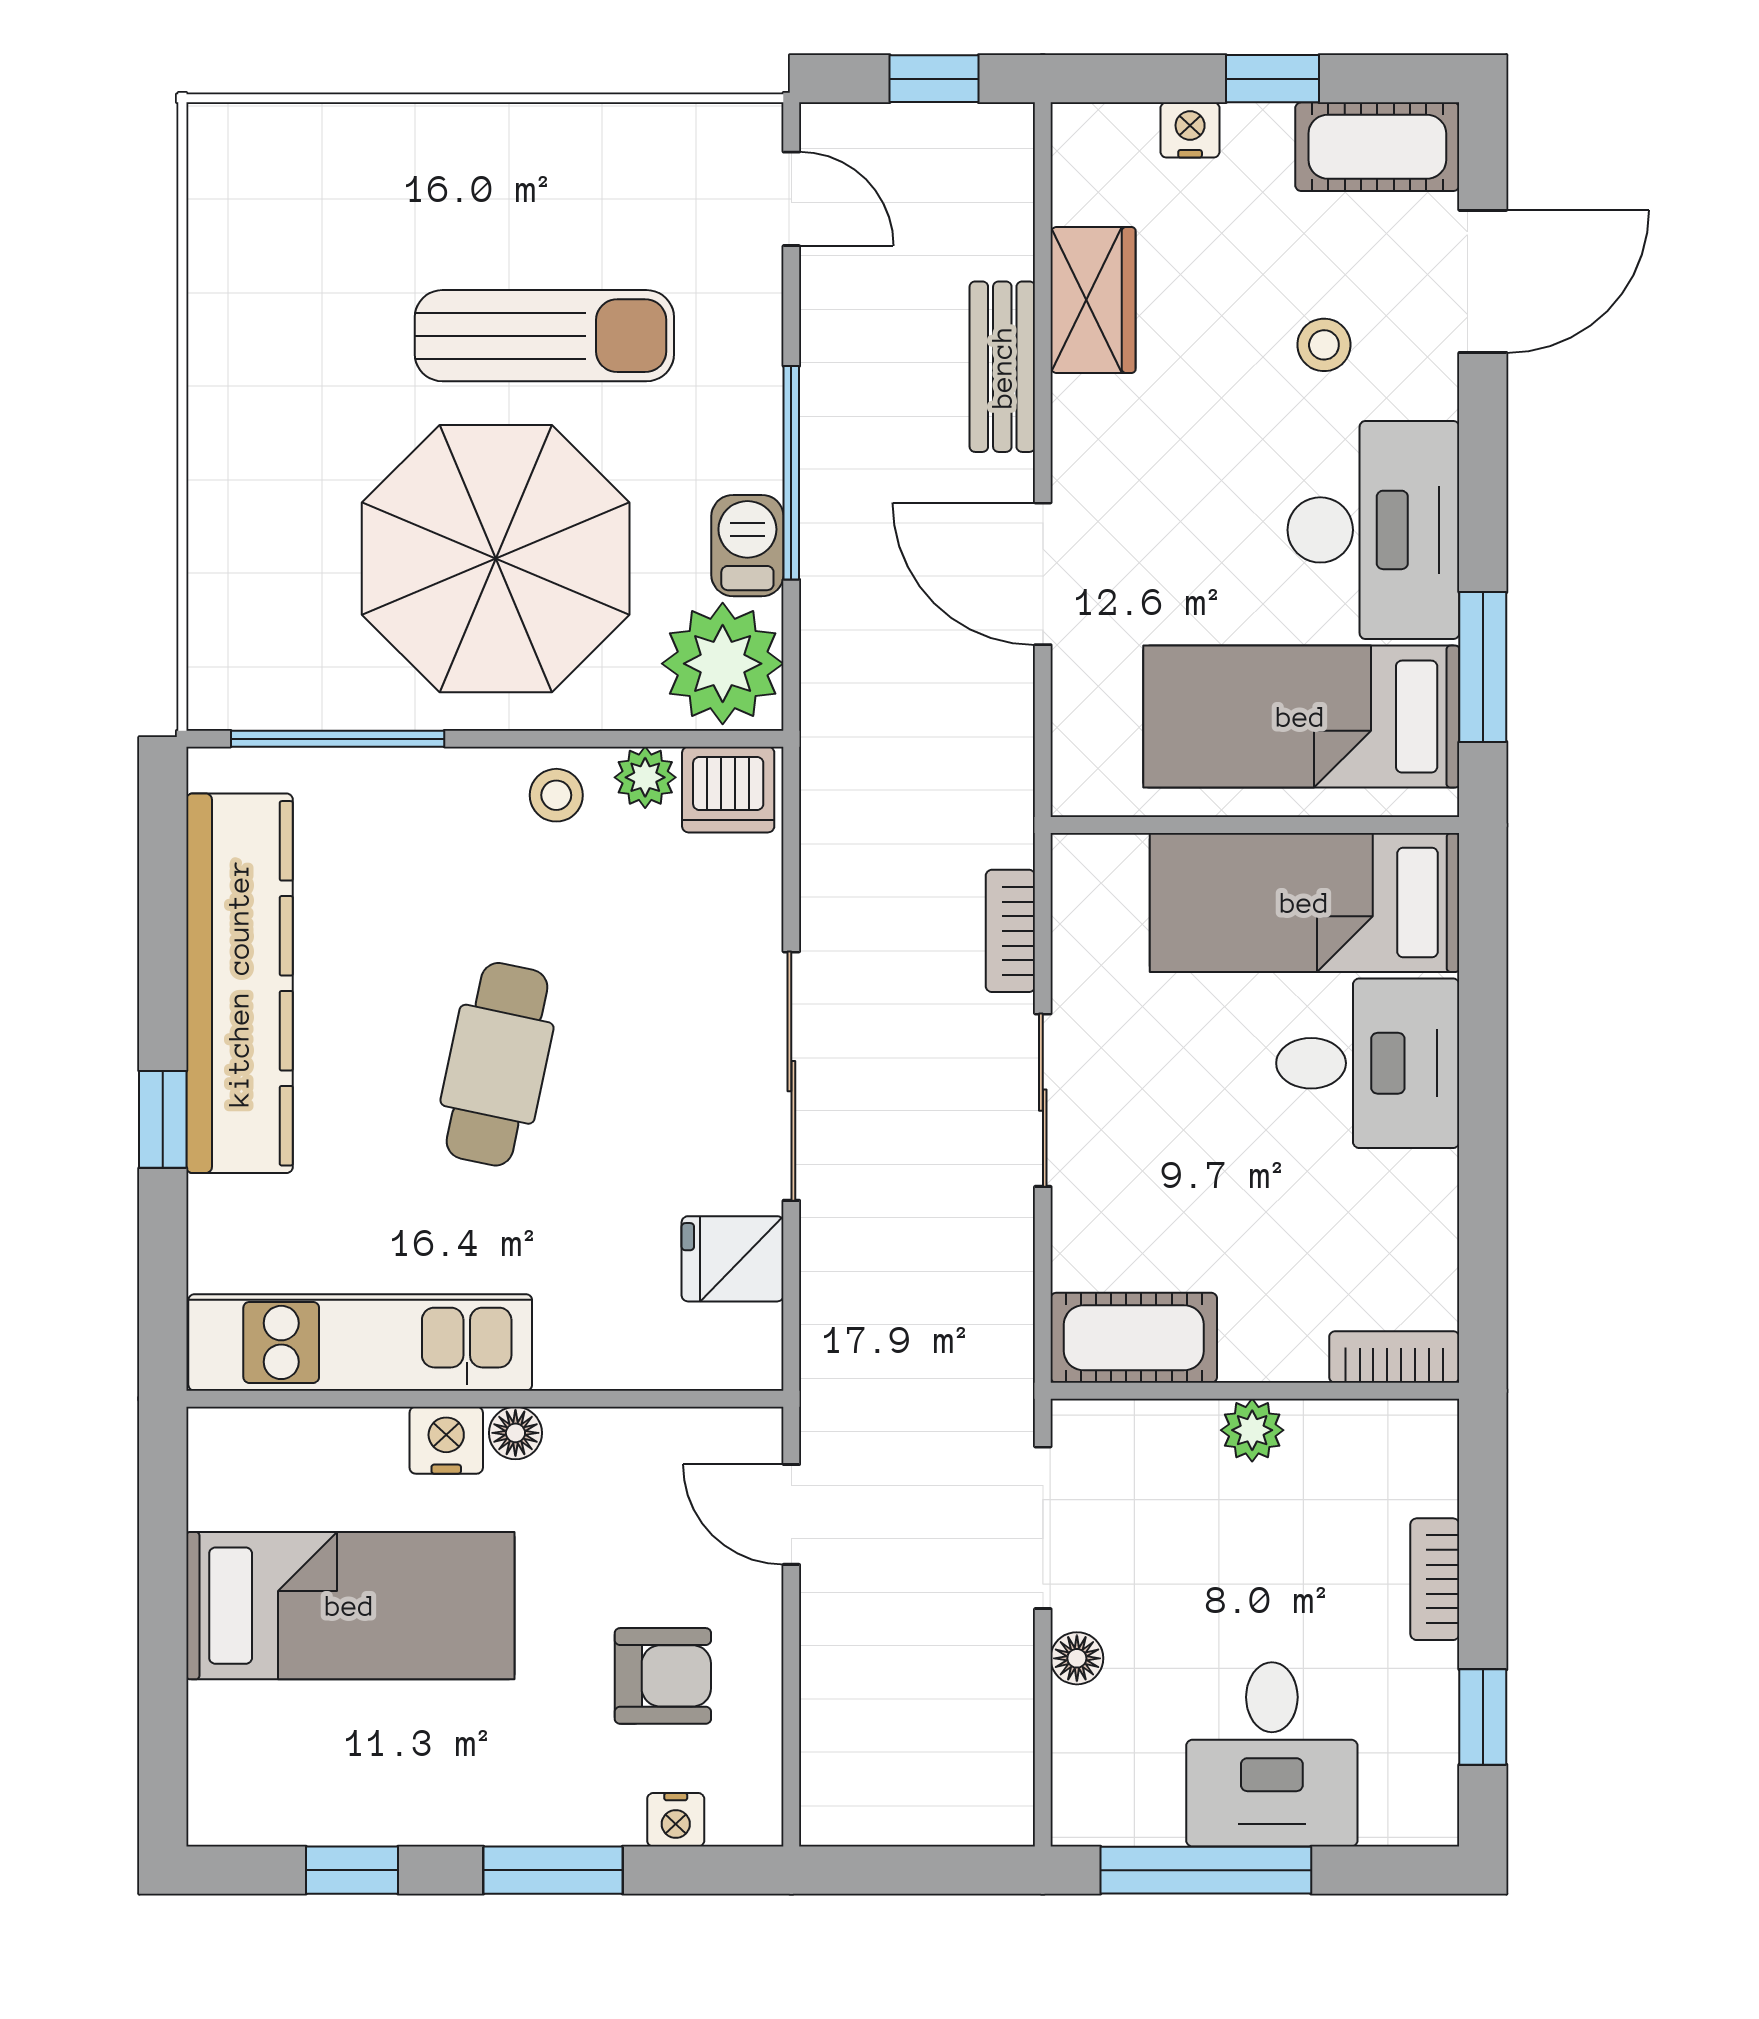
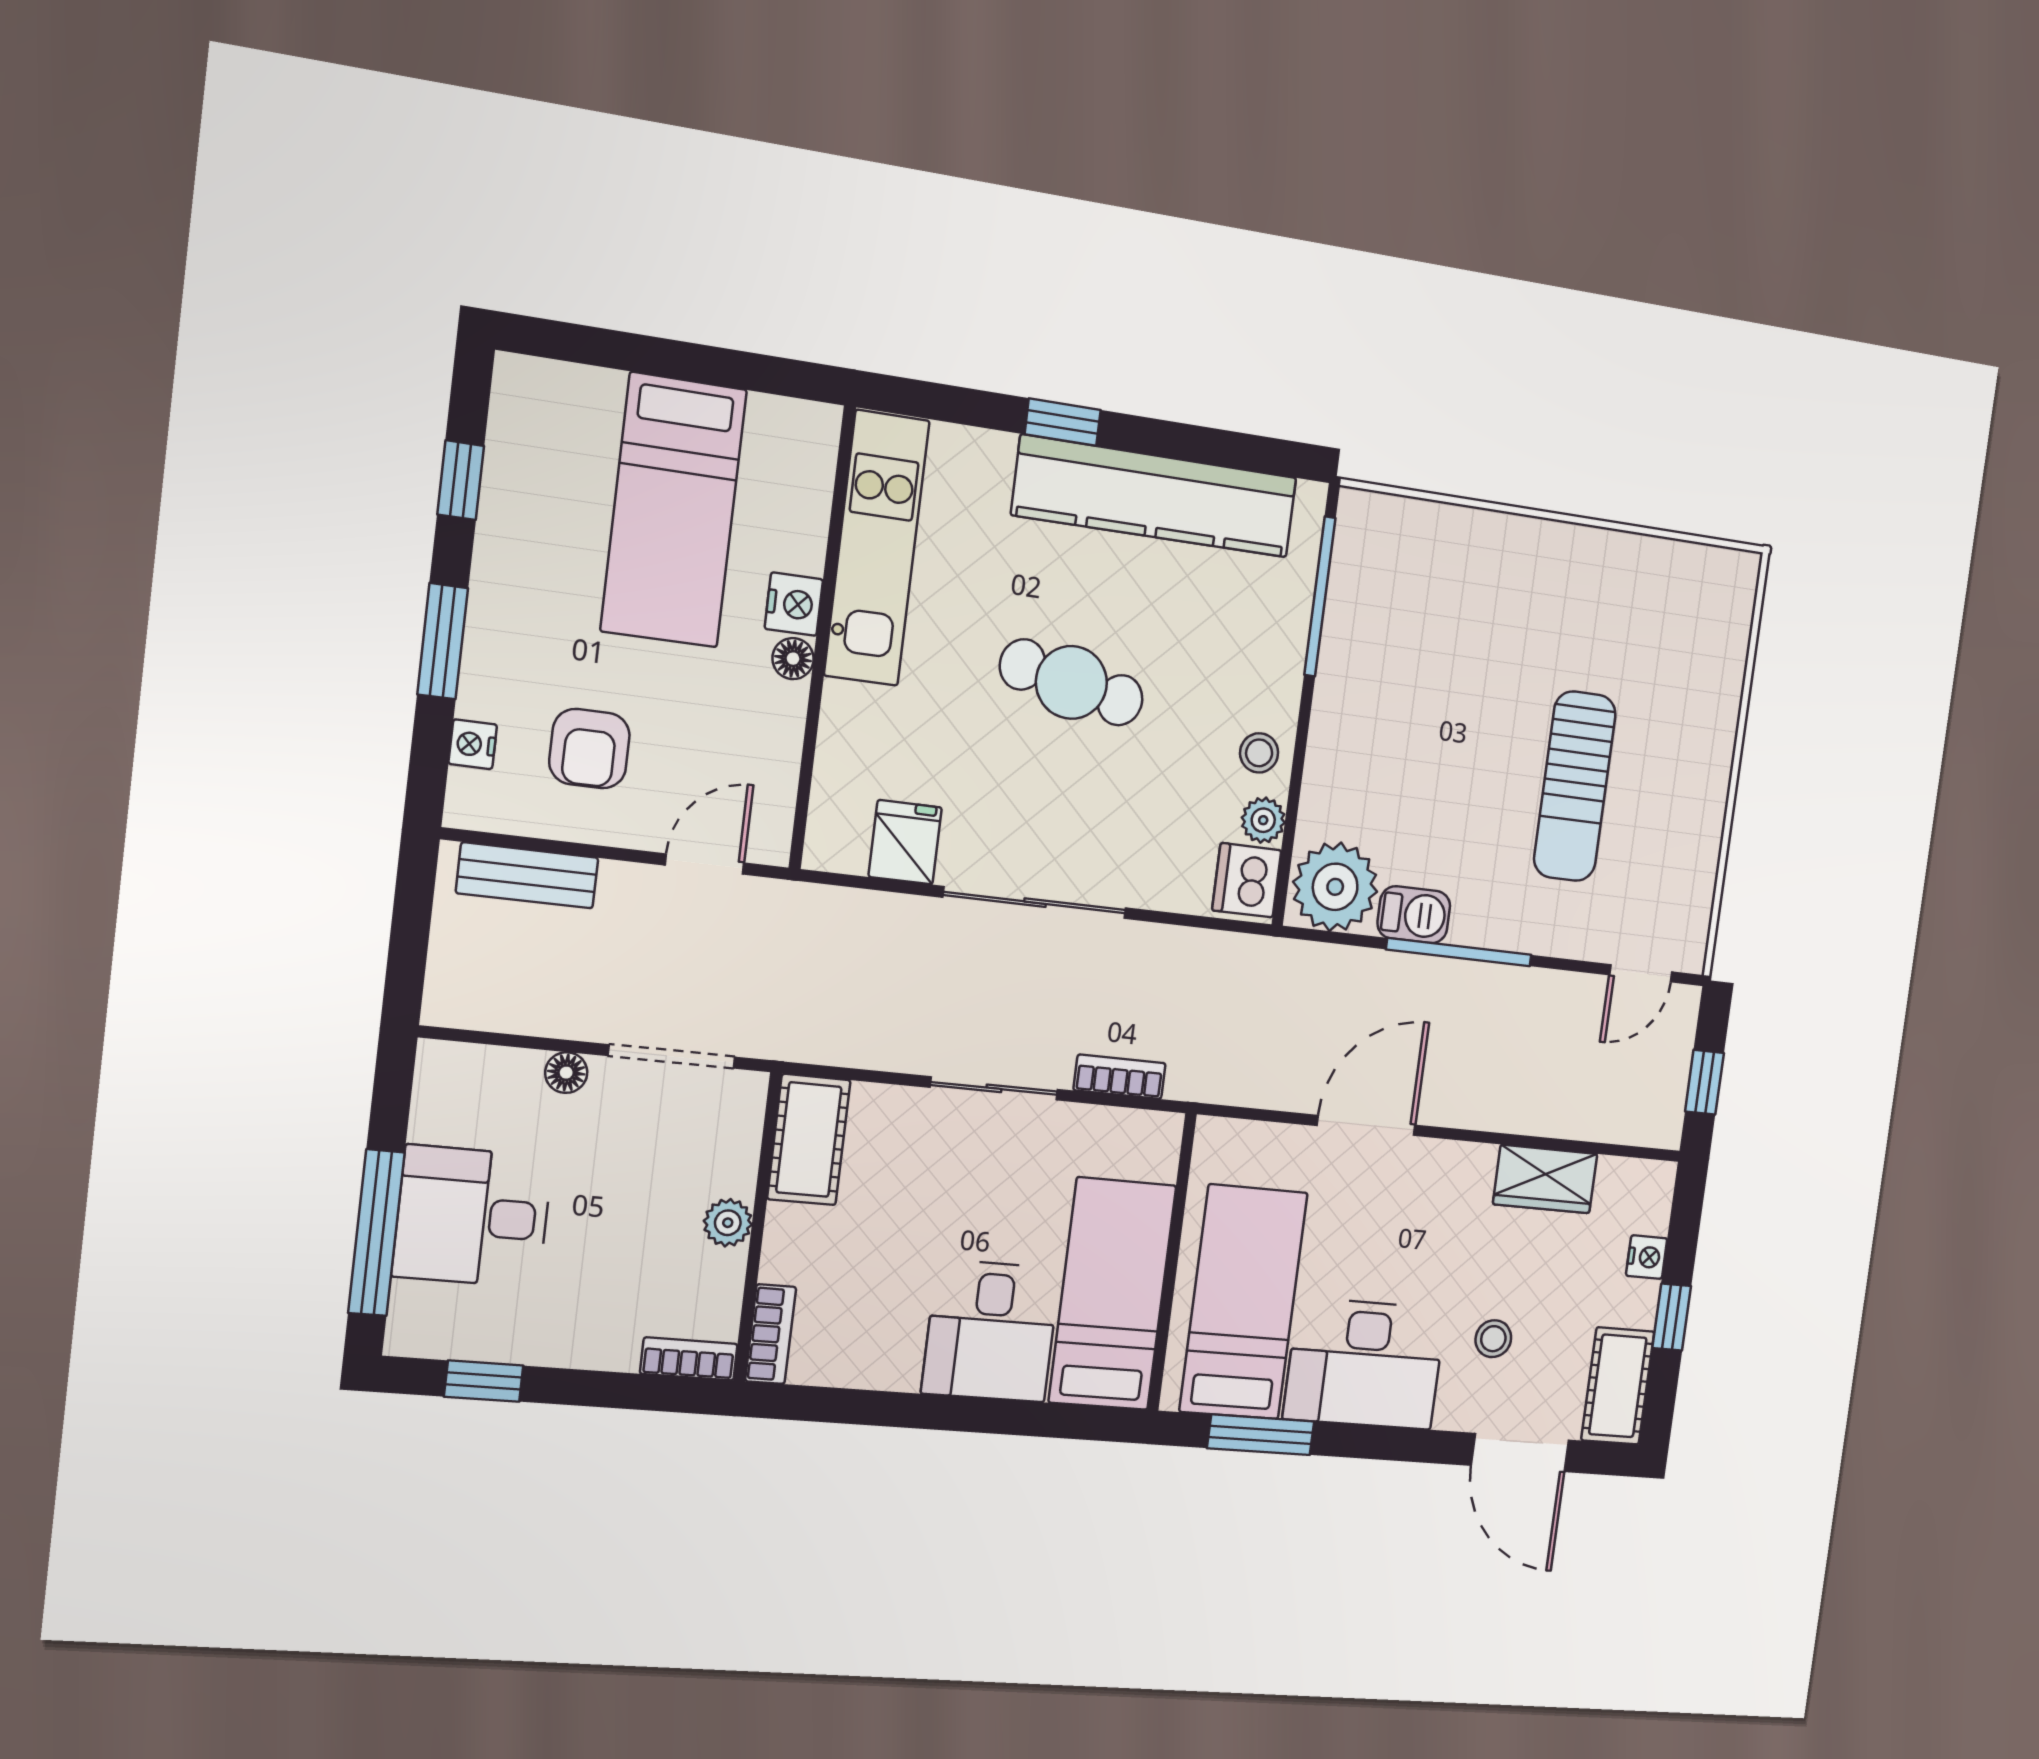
bench: (1002, 367) -> (527, 875), moved
parasol: (496, 559) -> (1429, 731), removed
bookcase: (1435, 1579) -> (689, 1359), moved
window: (1206, 1870) -> (376, 1233), moved

